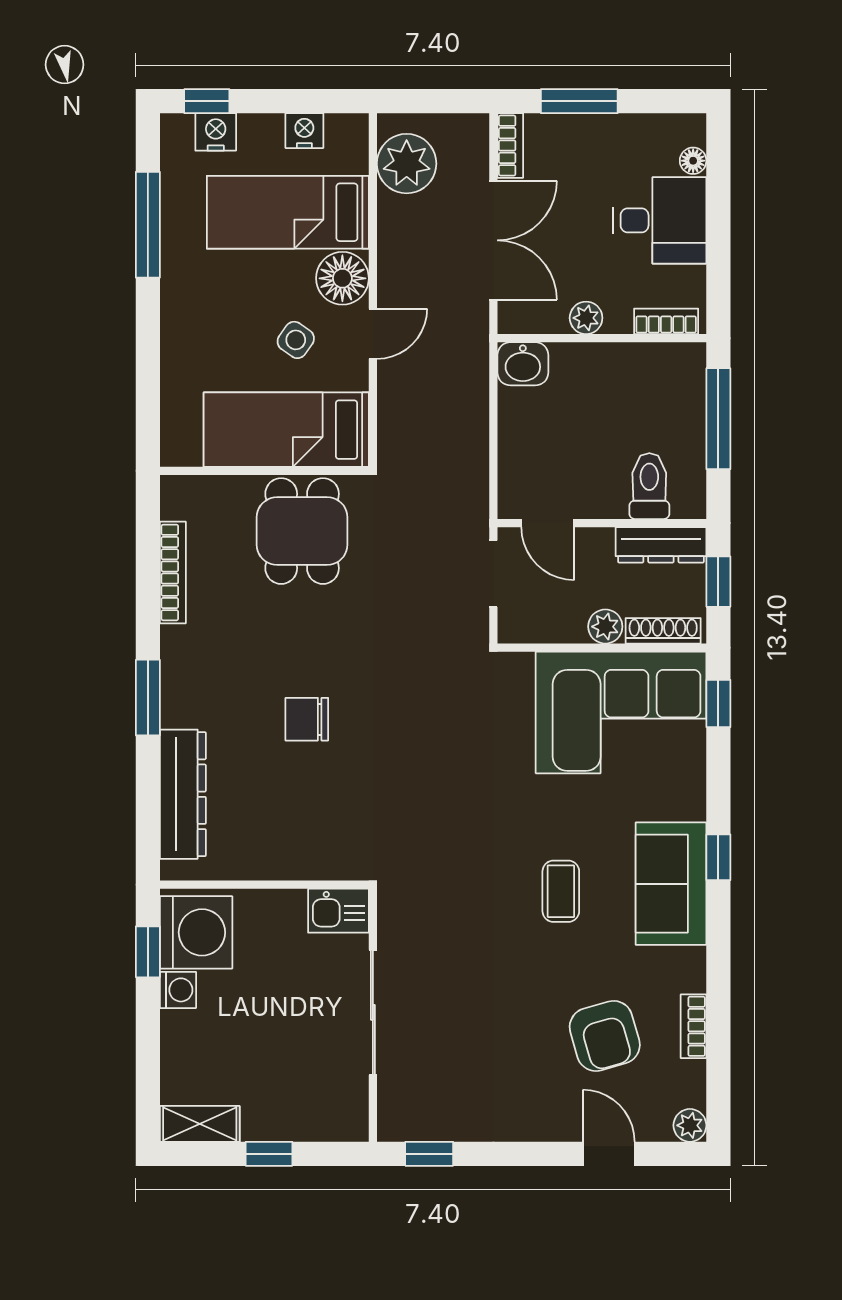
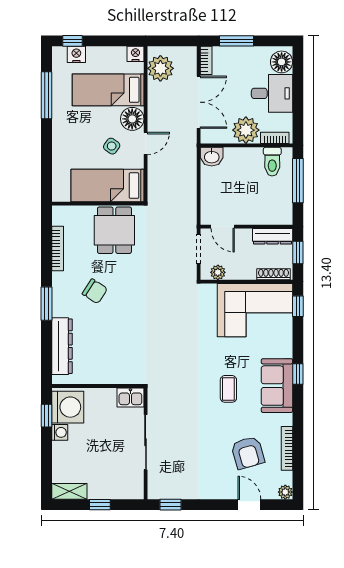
nightstand: (304, 131) -> (135, 54), moved
floor lamp: (693, 161) -> (282, 62), width x1.89, depth x1.89
plant: (586, 318) -> (246, 130), width x1.87, depth x1.87
toilet: (649, 486) -> (272, 162), moved, turned 180
plant: (605, 627) -> (218, 272), moved
chair: (307, 719) -> (95, 291), moved, turned -147
bookcase: (694, 1026) -> (287, 448), width x1.56

